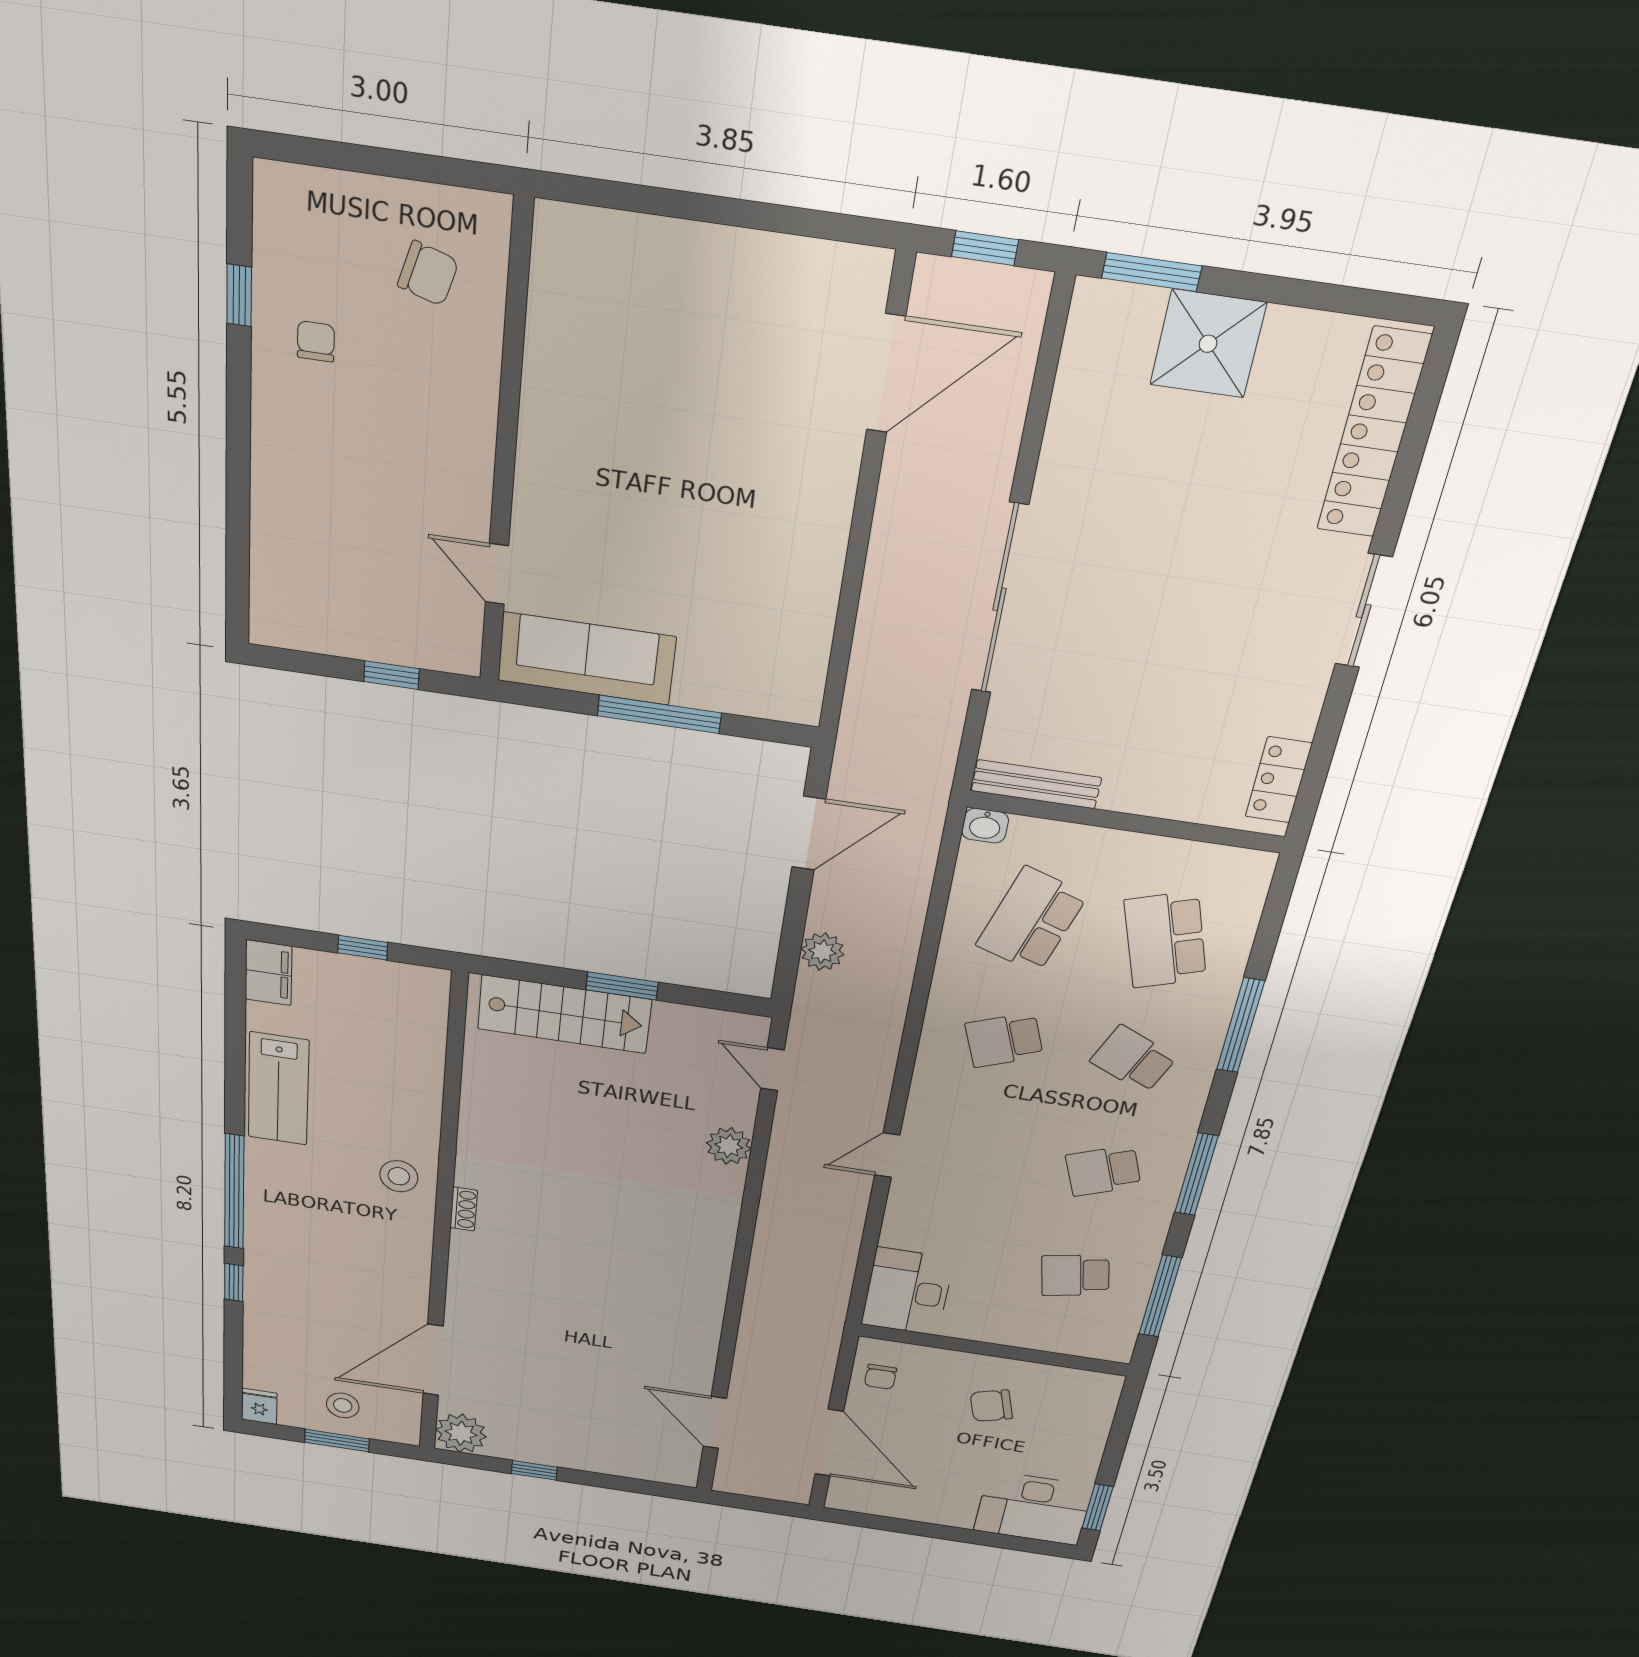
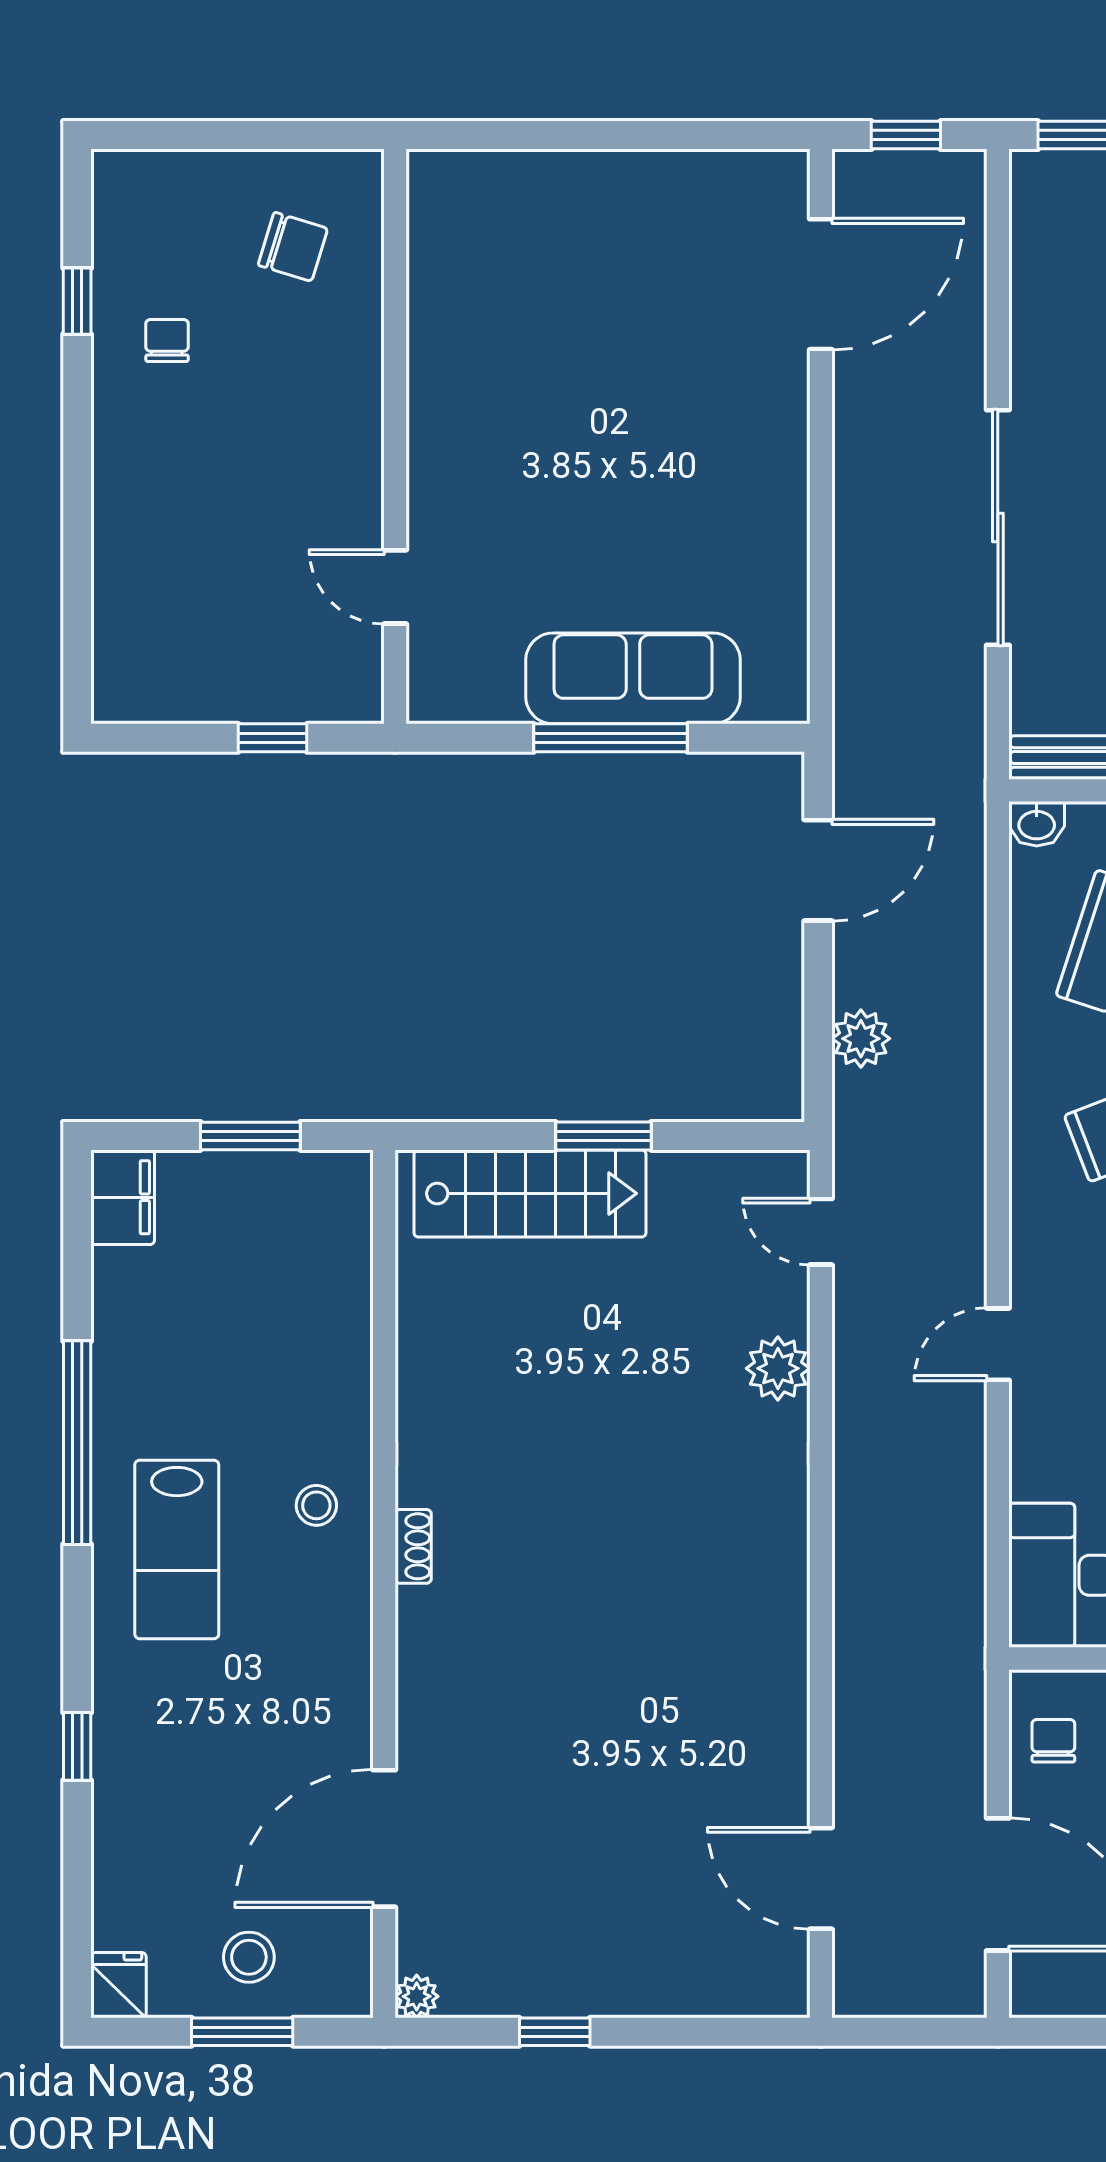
sofa: (587, 659) -> (633, 678), moved
window: (363, 948) -> (250, 1136), width x1.50
lab bench: (278, 1089) -> (177, 1549), moved
stool: (399, 1176) -> (316, 1505), width x0.73, depth x0.73
window: (234, 1192) -> (77, 1443), moved
chair: (880, 1377) -> (1053, 1741), turned 180
plant: (461, 1433) -> (417, 1996), width x0.53, depth x0.53

